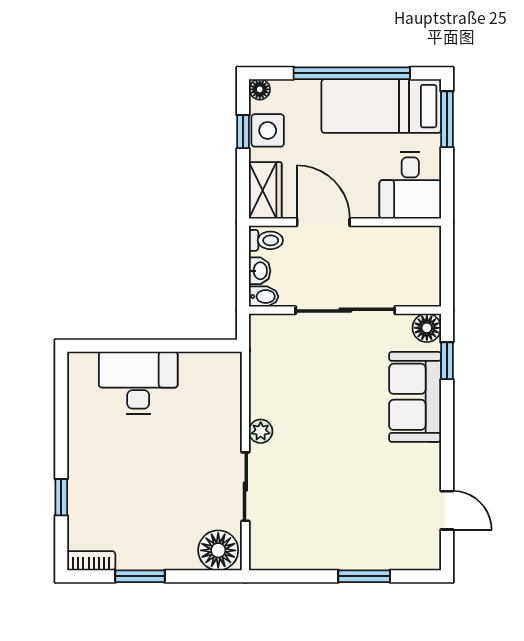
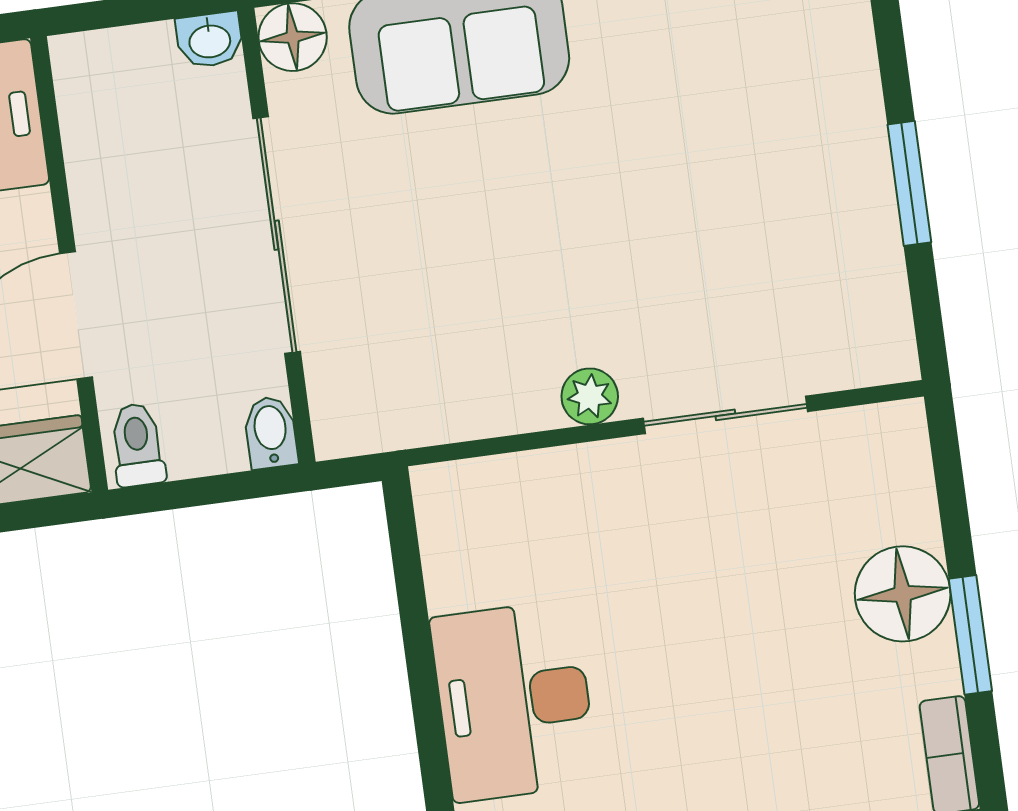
washbasin: (260, 271) -> (210, 40), moved, turned 180
floor lamp: (218, 550) -> (903, 594), moved
window: (364, 576) -> (909, 183), moved

